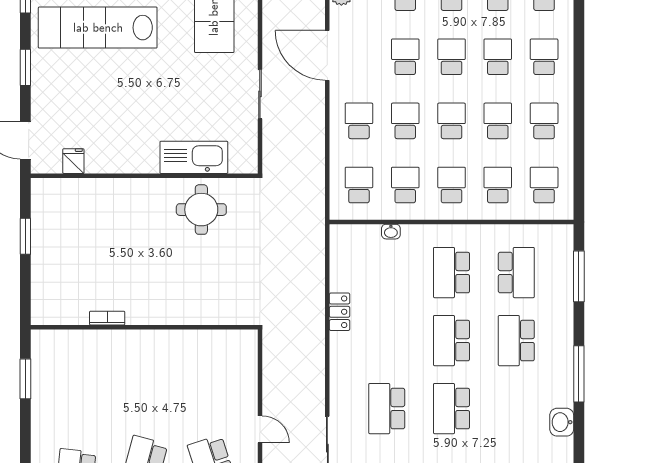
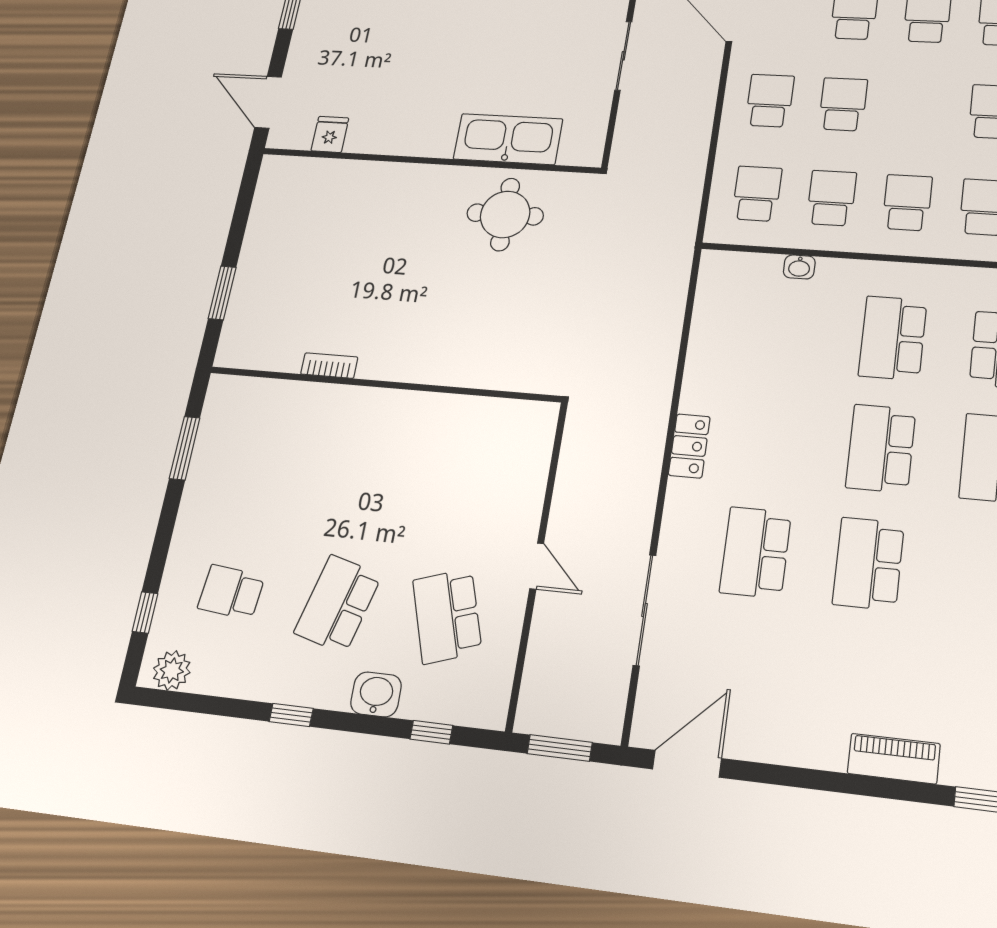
school desk: (452, 121) -> (917, 108), removed
window: (25, 236) -> (222, 293), moved
locker: (340, 312) -> (689, 446), moved

